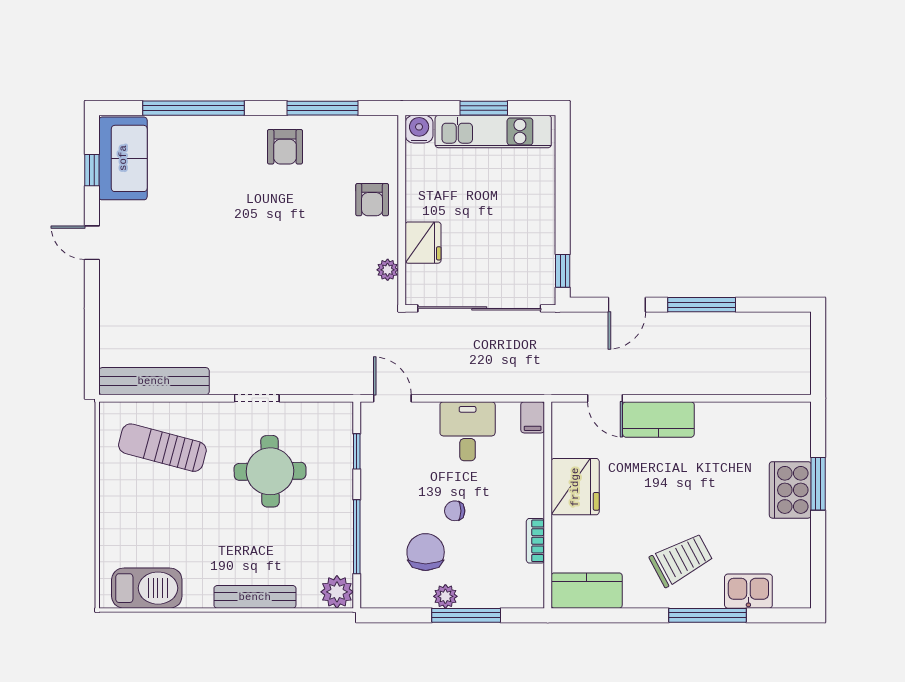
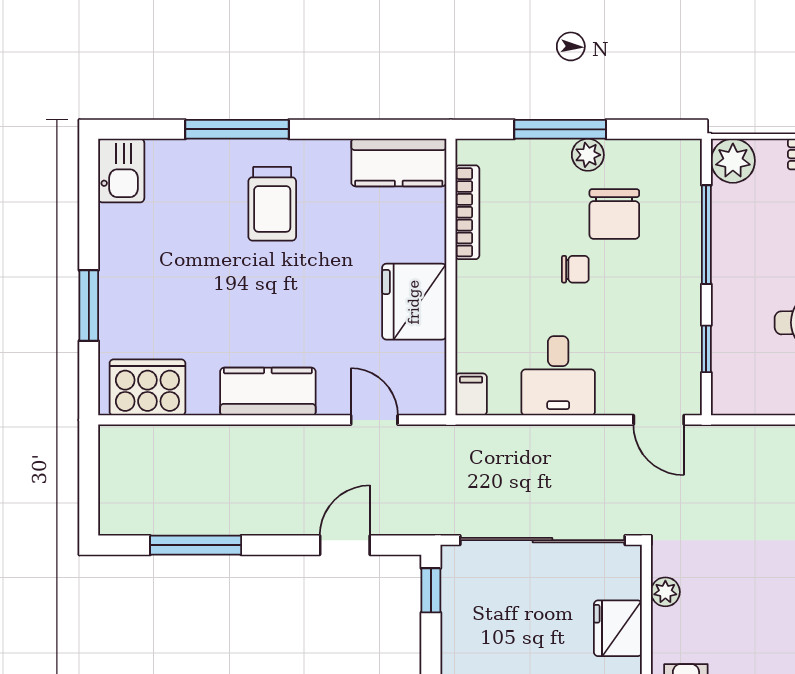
window: (702, 305) -> (196, 545), moved
kitchen counter: (658, 419) -> (268, 392), moved
cooker: (790, 490) -> (147, 387), moved, turned -90
bookcase: (535, 541) -> (467, 212), width x1.56
trolley: (681, 560) -> (272, 204), turned -62
kitchen sink: (748, 591) -> (121, 171), moved, turned -90

